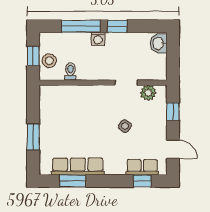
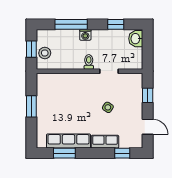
window: (117, 26) -> (116, 24), moved
toilet: (70, 71) -> (89, 62), moved
plant: (148, 93) -> (127, 80), removed
window: (33, 137) -> (31, 106), moved
row of seats: (142, 167) -> (105, 142), moved

